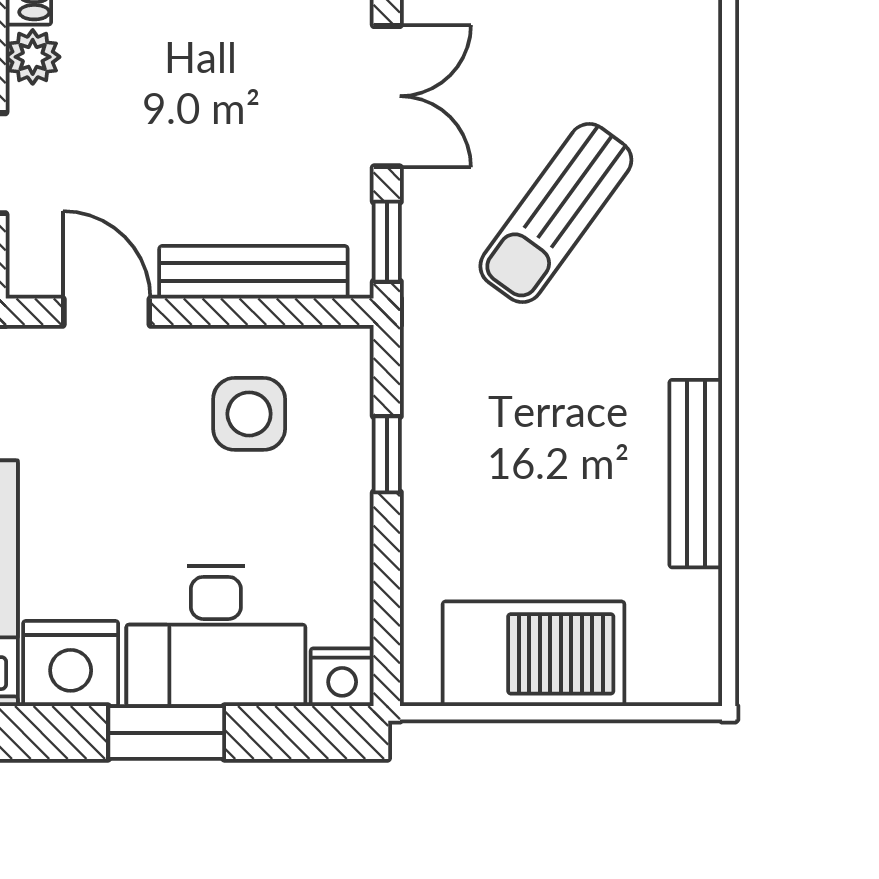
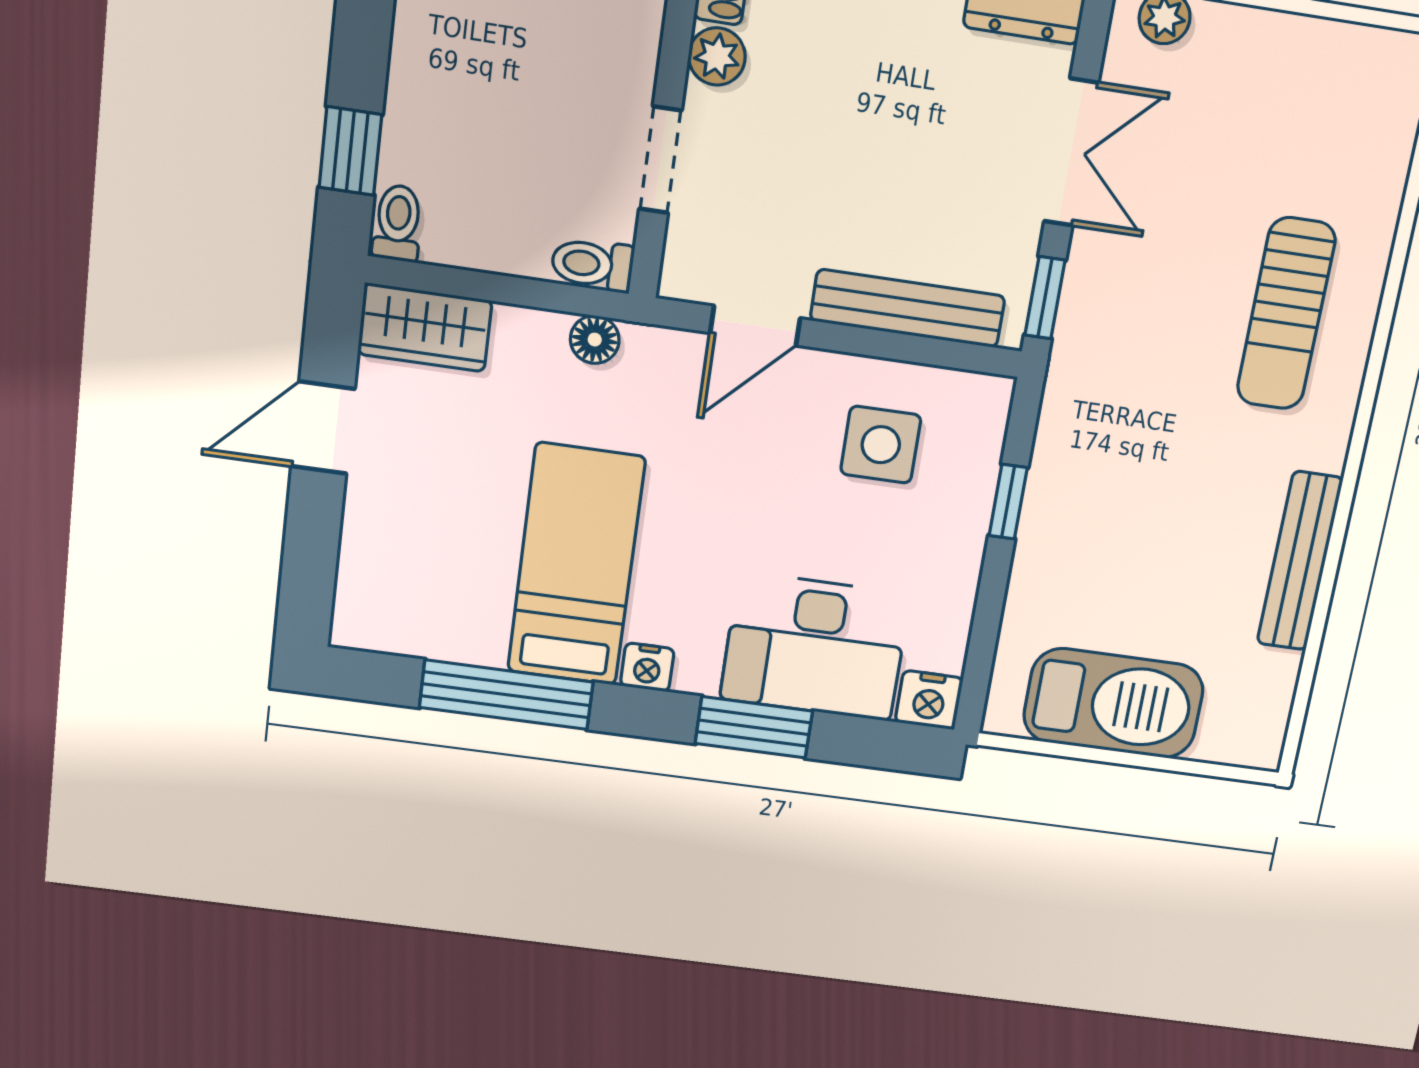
sun lounger: (556, 213) -> (1286, 314), moved, turned -36
door: (107, 312) -> (755, 326), swing flipped
nightstand: (71, 664) -> (647, 667), width x0.53, depth x0.56

